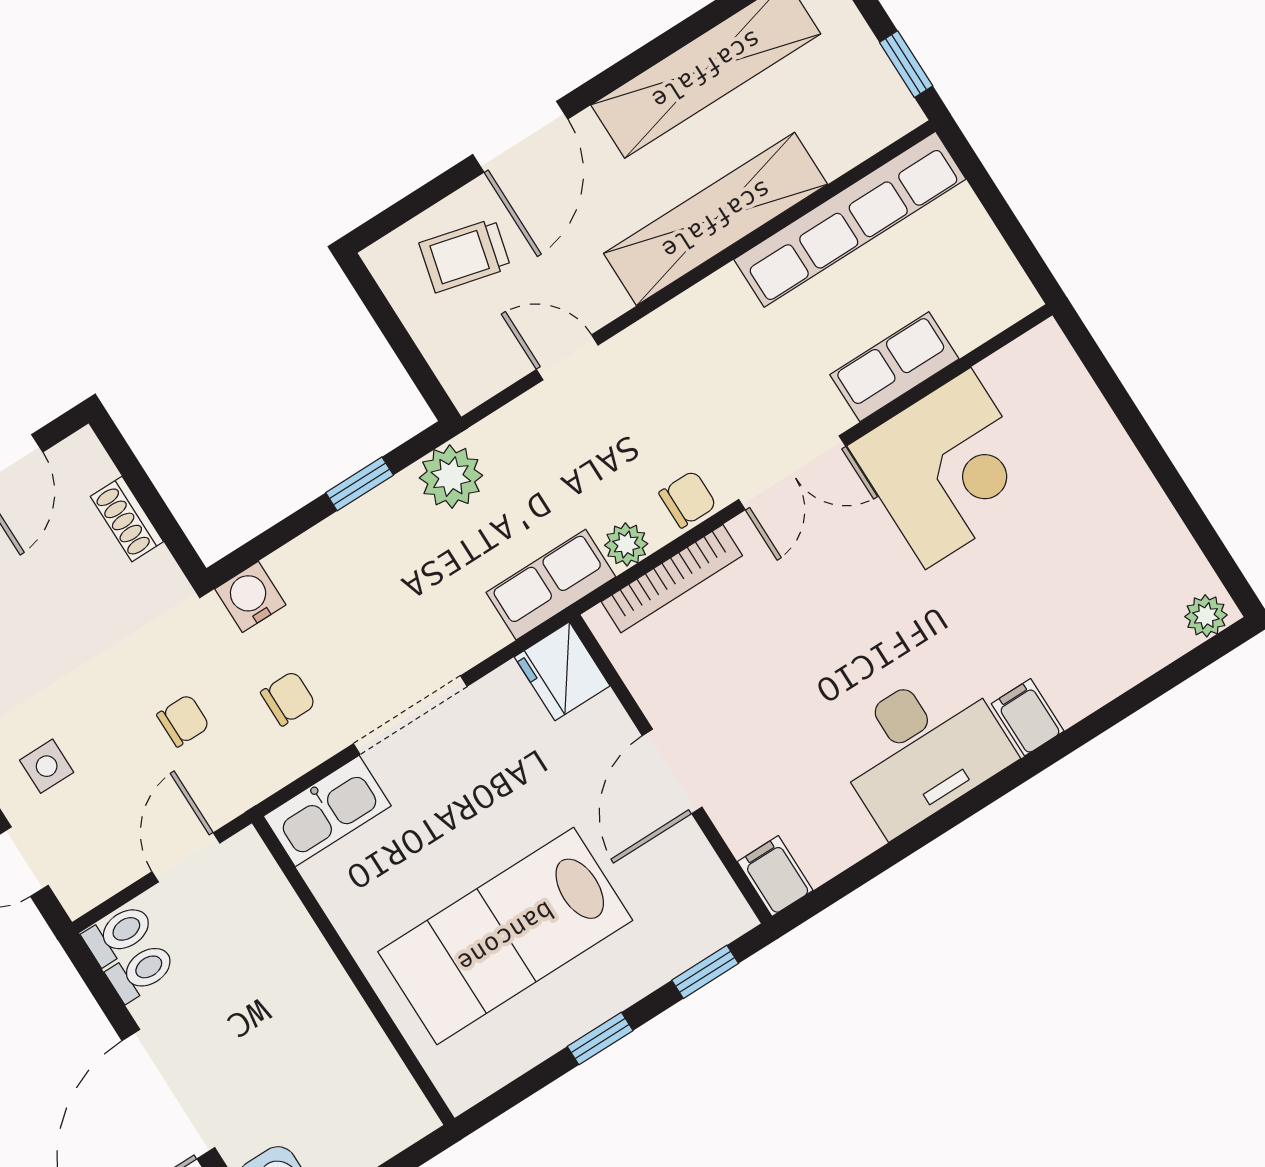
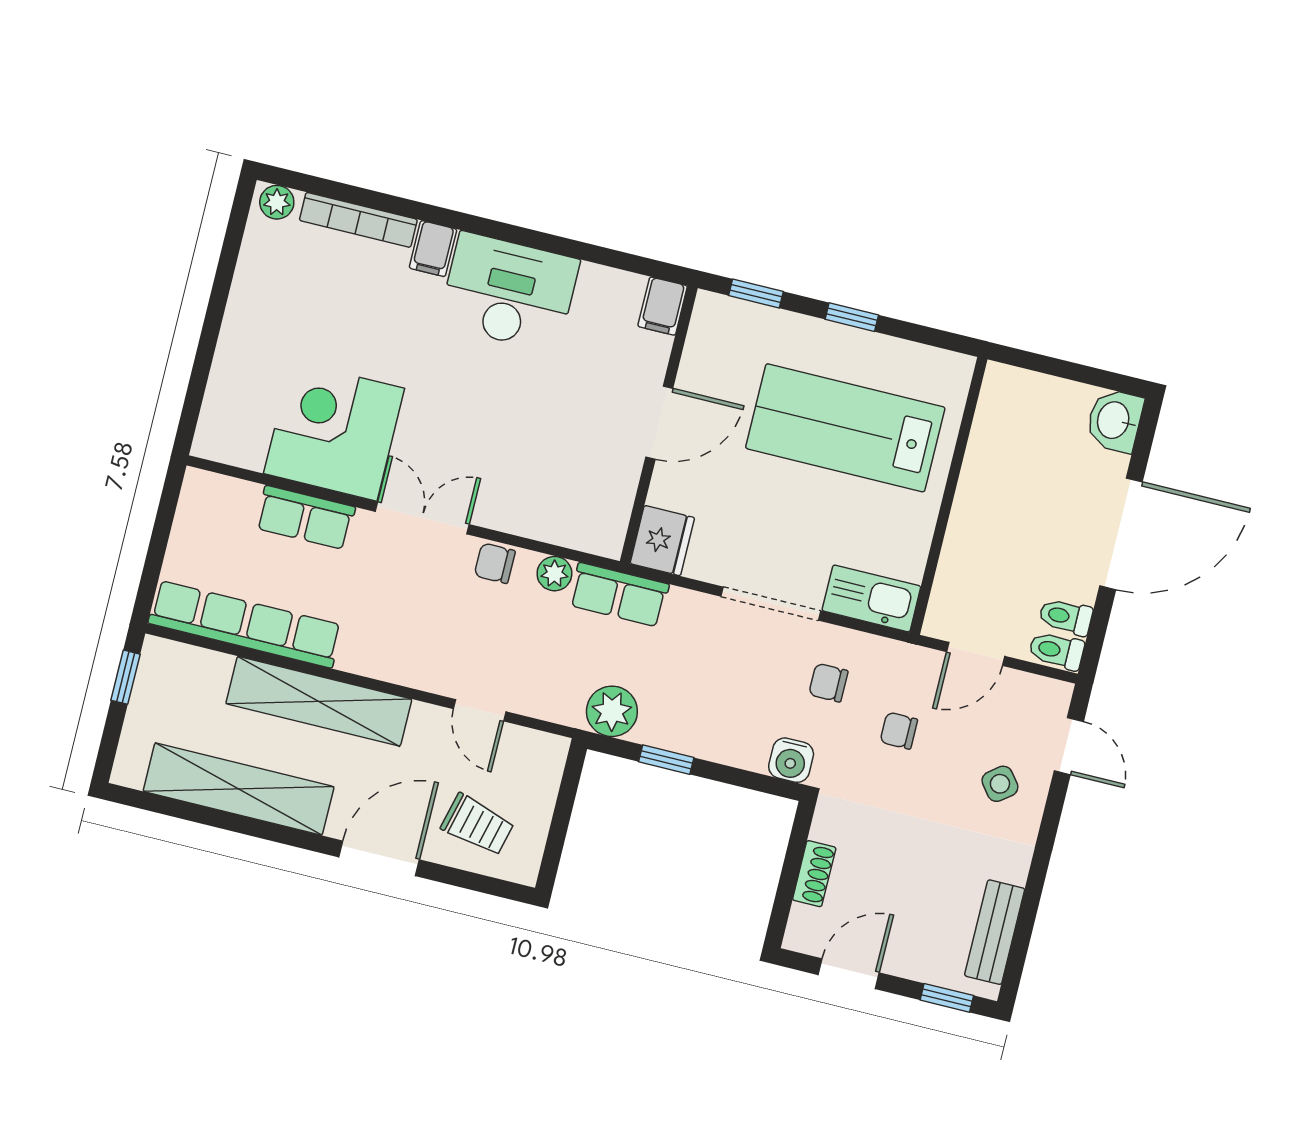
bookcase: (672, 579) -> (358, 220), moved, turned 180
side table: (47, 766) -> (1000, 784), turned -38
lab bench: (505, 936) -> (845, 428), turned 180

